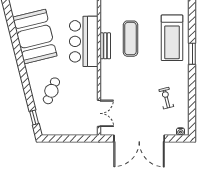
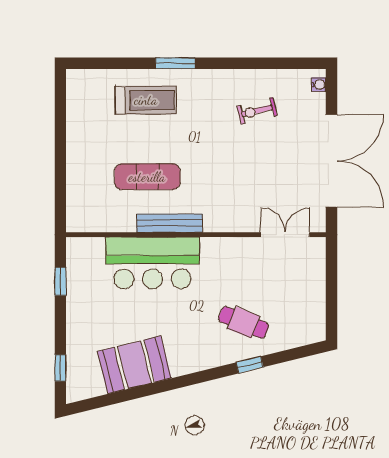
booth: (35, 37) -> (134, 365), width x0.73, depth x0.70
treadmill: (172, 38) -> (146, 100), width x0.73, depth x0.73
bench: (105, 46) -> (170, 223), width x1.36
window: (34, 117) -> (250, 365), moved

